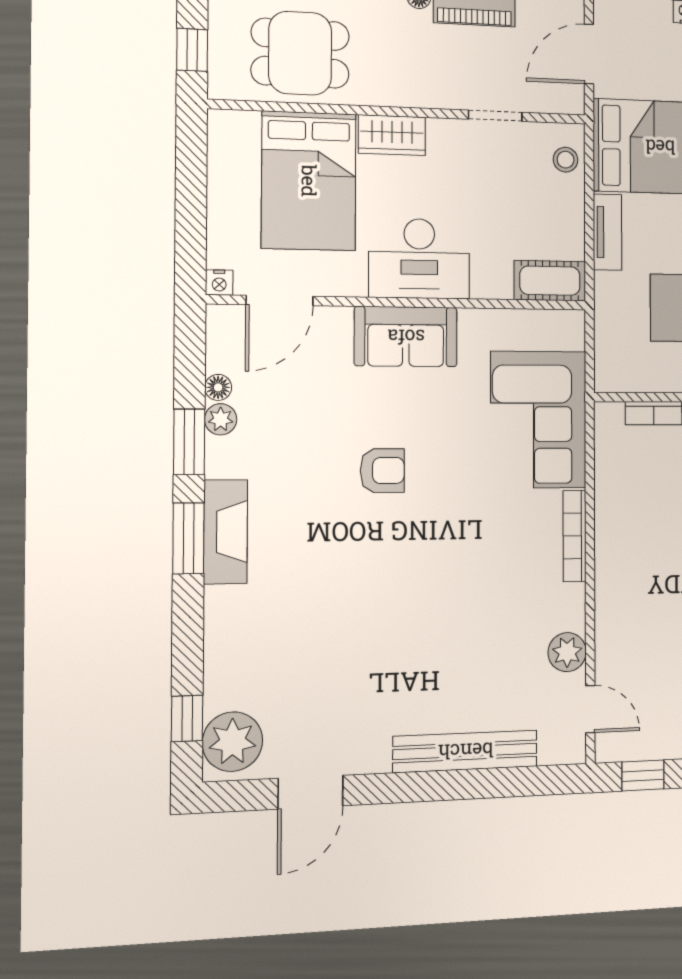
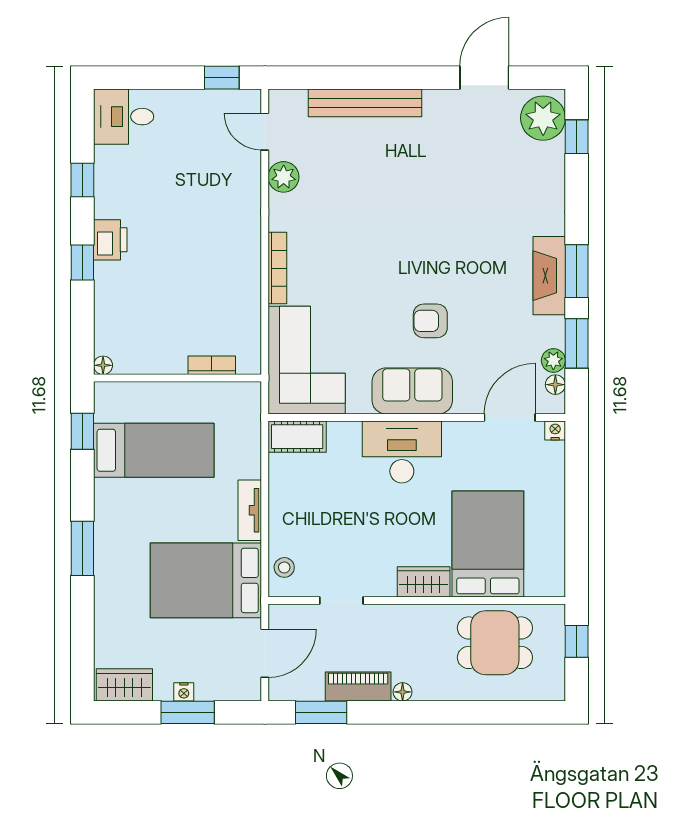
desk: (419, 259) -> (402, 452), moved
cot: (550, 281) -> (297, 437), moved
nightstand: (219, 283) -> (555, 430), moved
door: (280, 301) -> (510, 418), moved
wall: (400, 302) -> (417, 418), moved
sofa: (406, 337) -> (412, 391), moved

